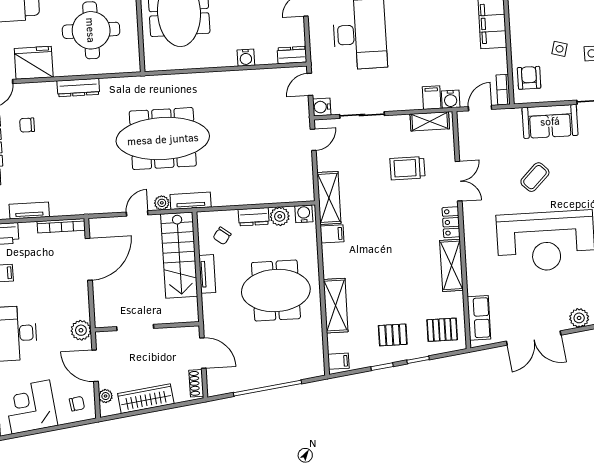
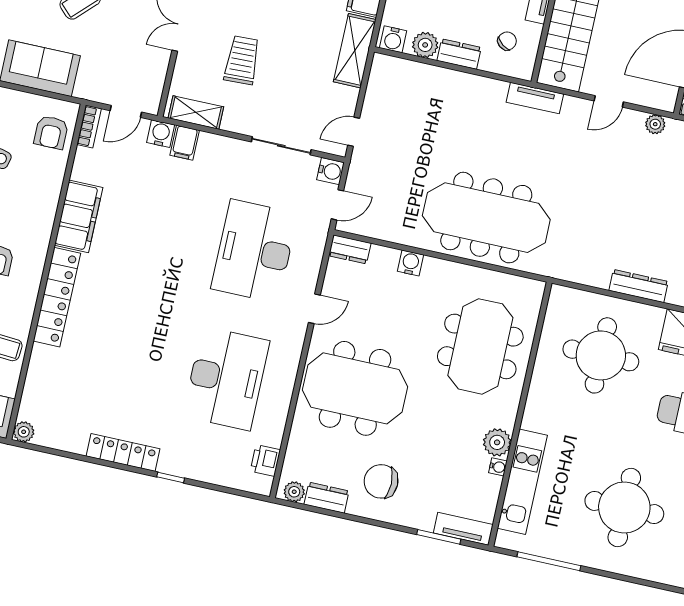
meeting table: (163, 139) -> (486, 218), moved
trolley: (407, 168) -> (242, 60), turned -92
plant: (162, 203) -> (655, 124), moved

